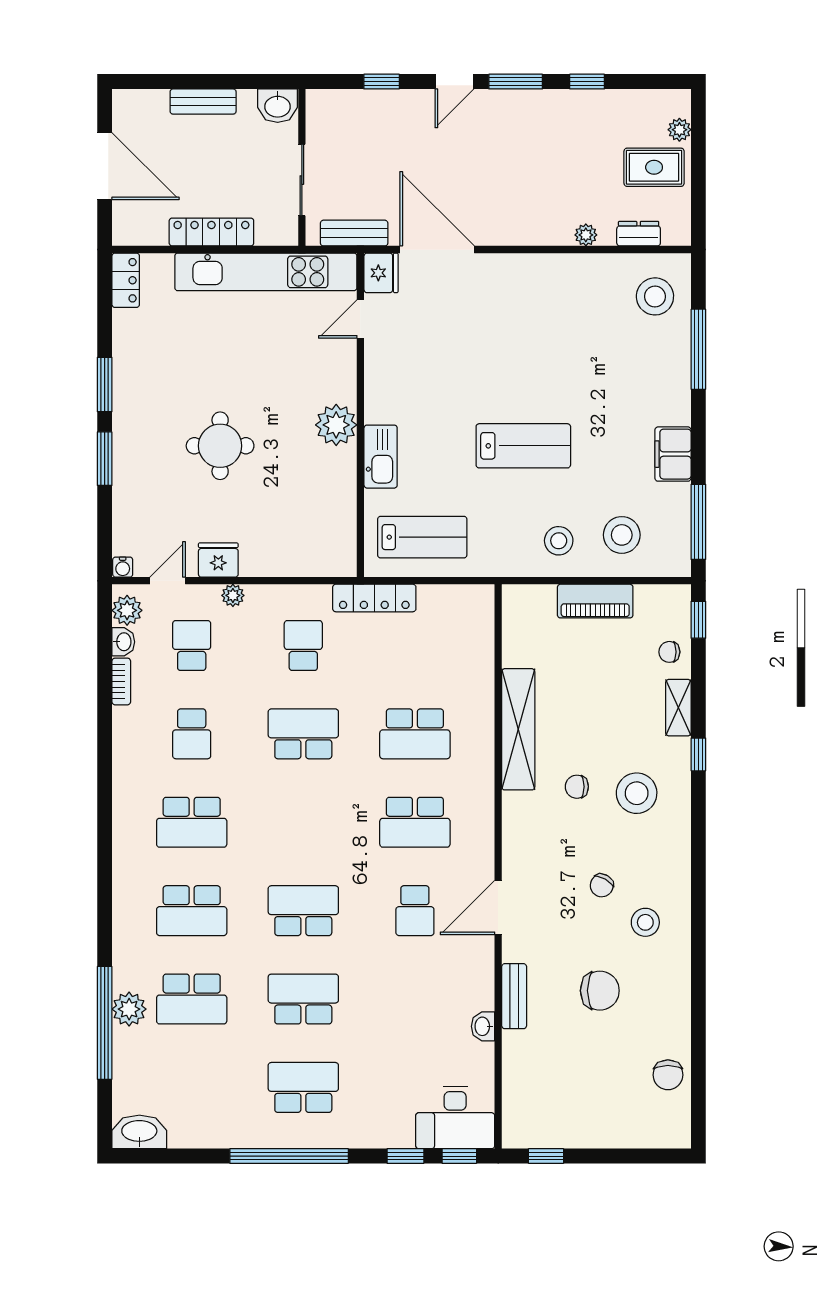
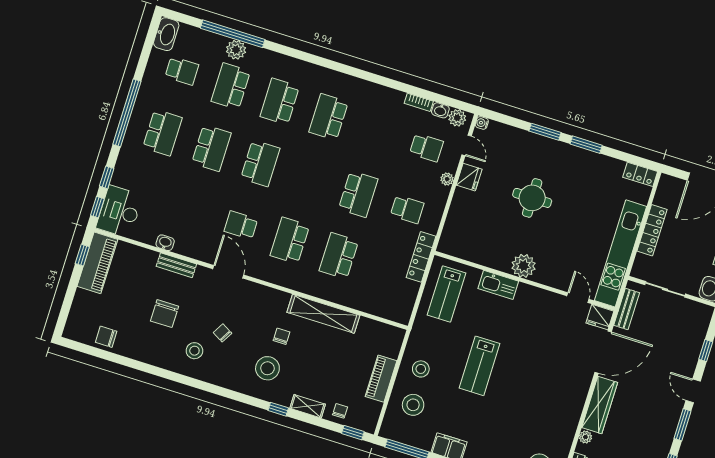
wardrobe: (526, 228) -> (600, 405), added
school desk: (192, 734) -> (182, 71), moved, turned 180
piano: (551, 1127) -> (97, 263), added

